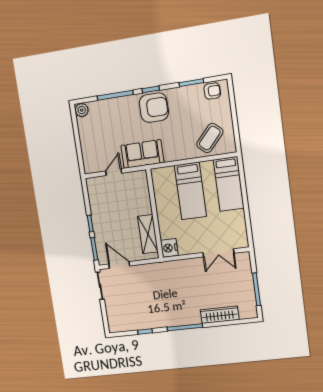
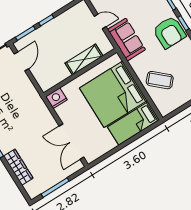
coffee table: (210, 138) -> (160, 80), moved
bed: (190, 191) -> (113, 94), width x2.04
shelving: (148, 234) -> (84, 59), moved
double door: (218, 253) -> (71, 142), width x1.37

